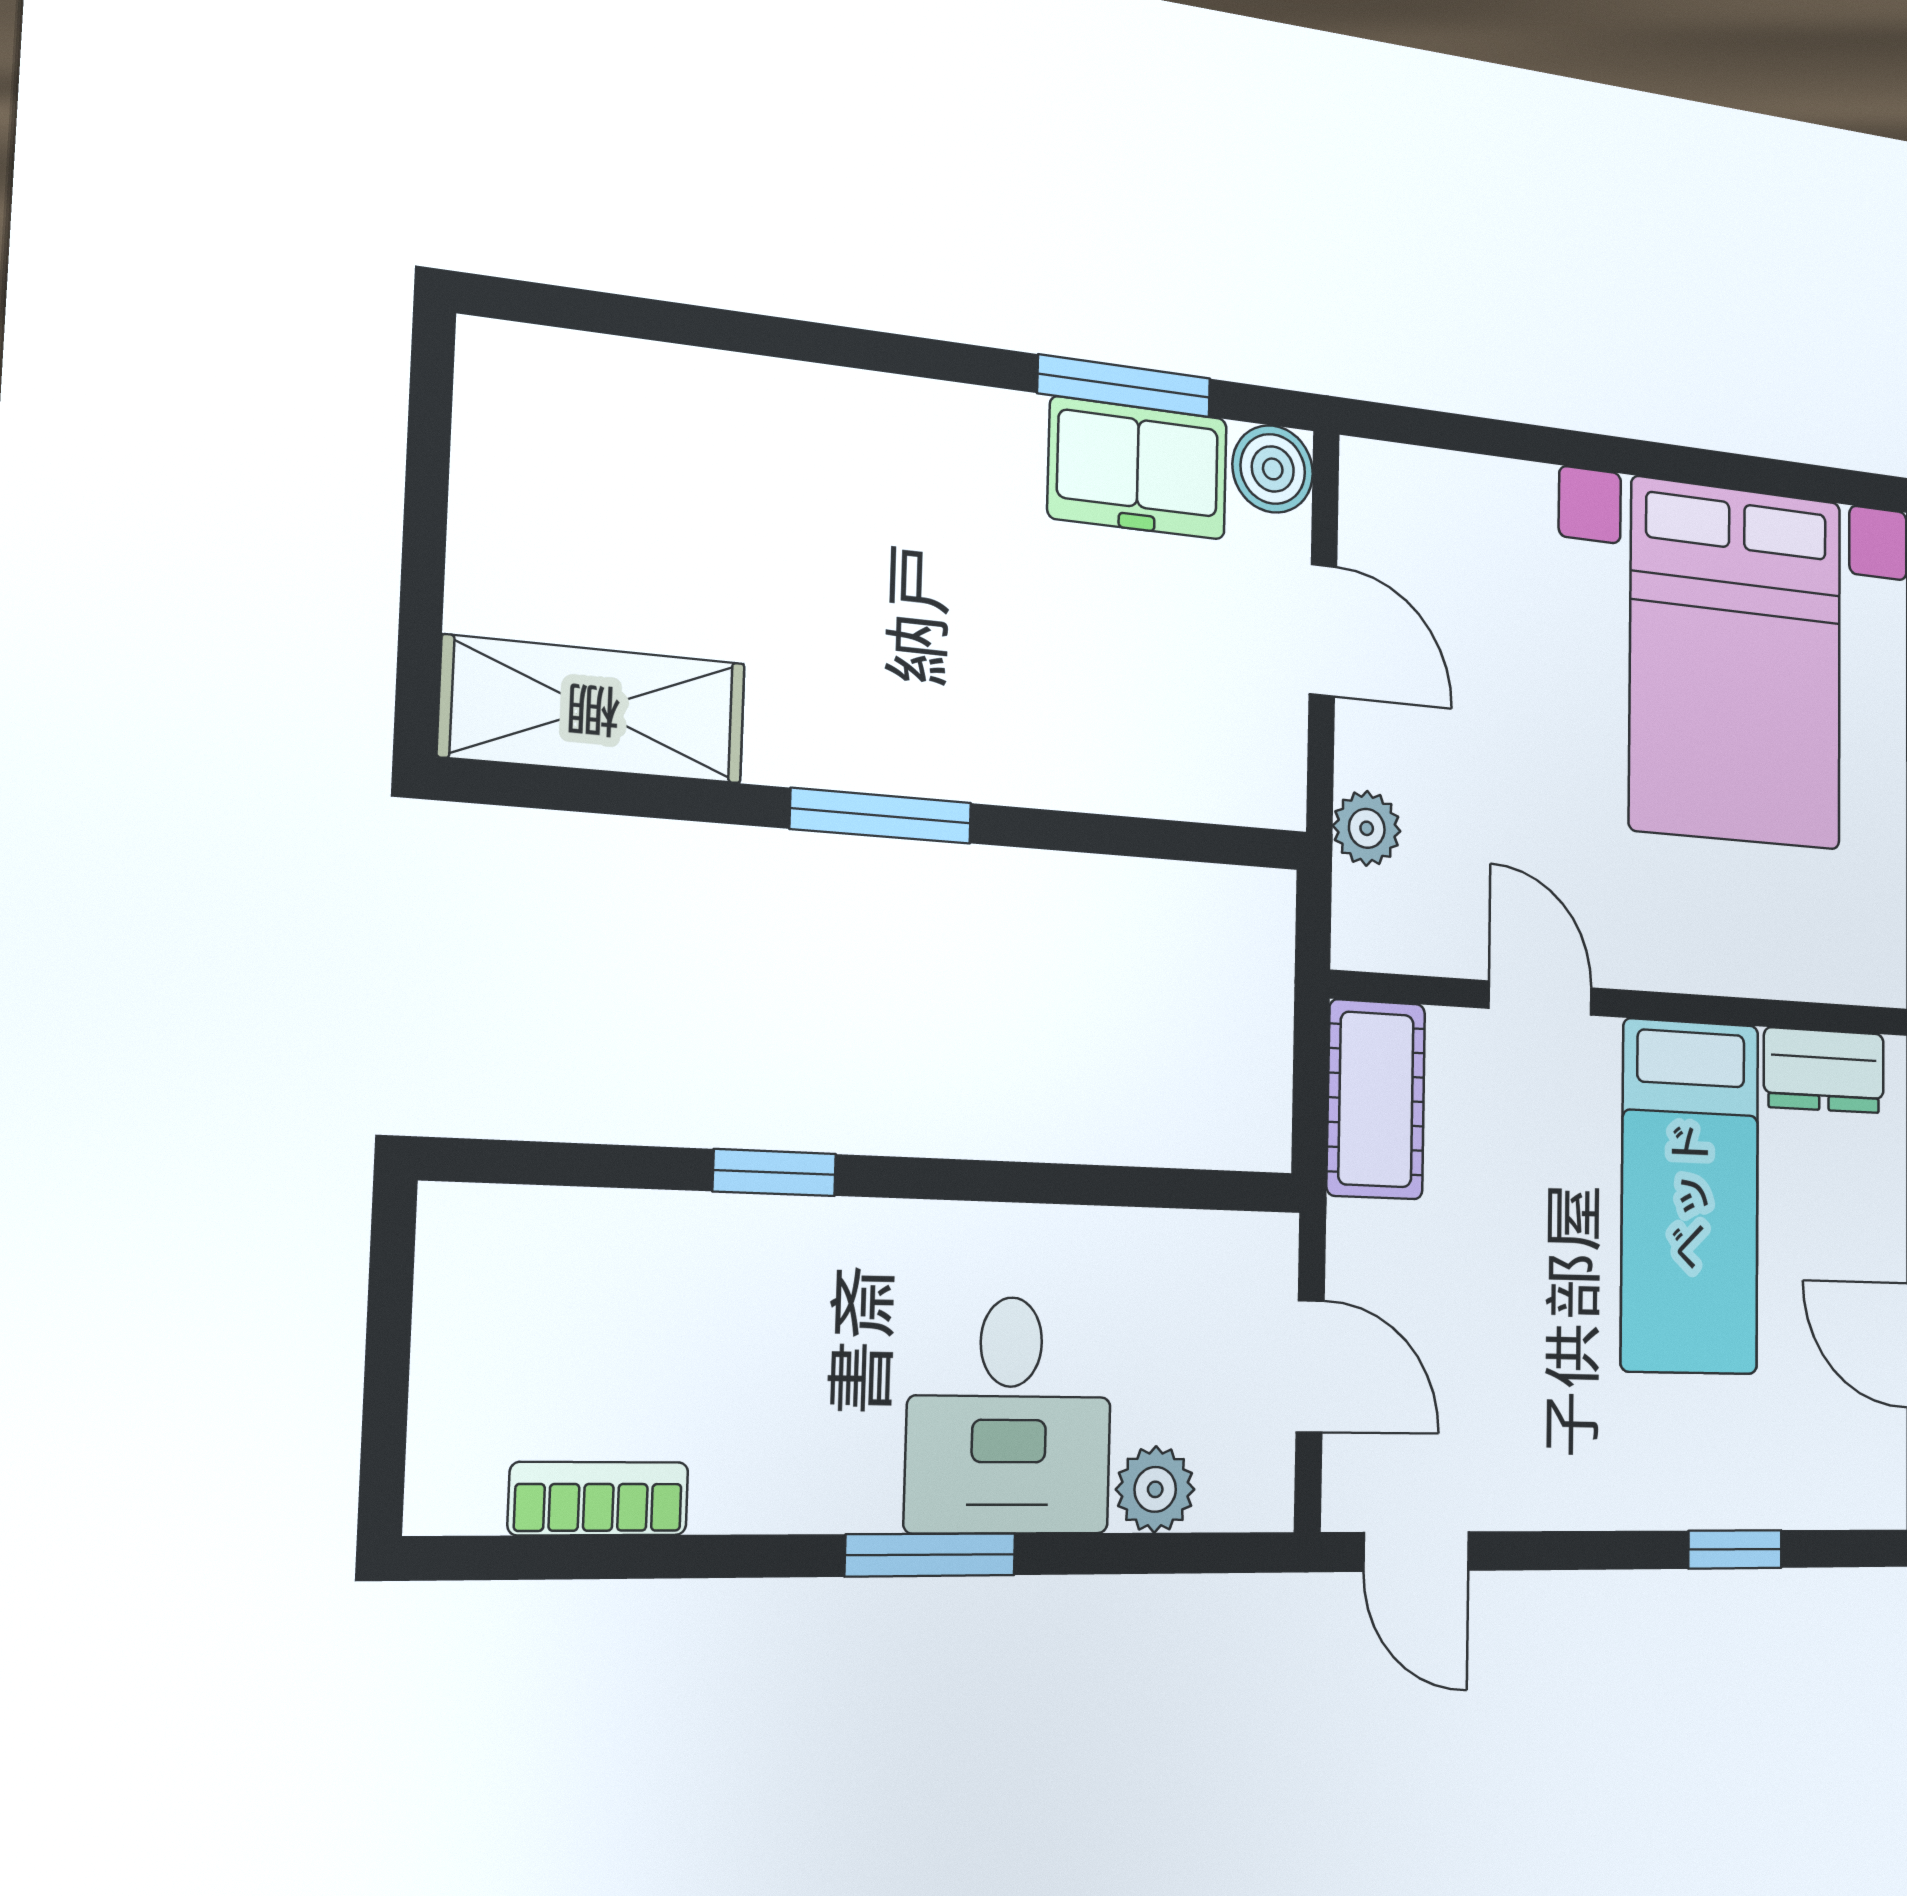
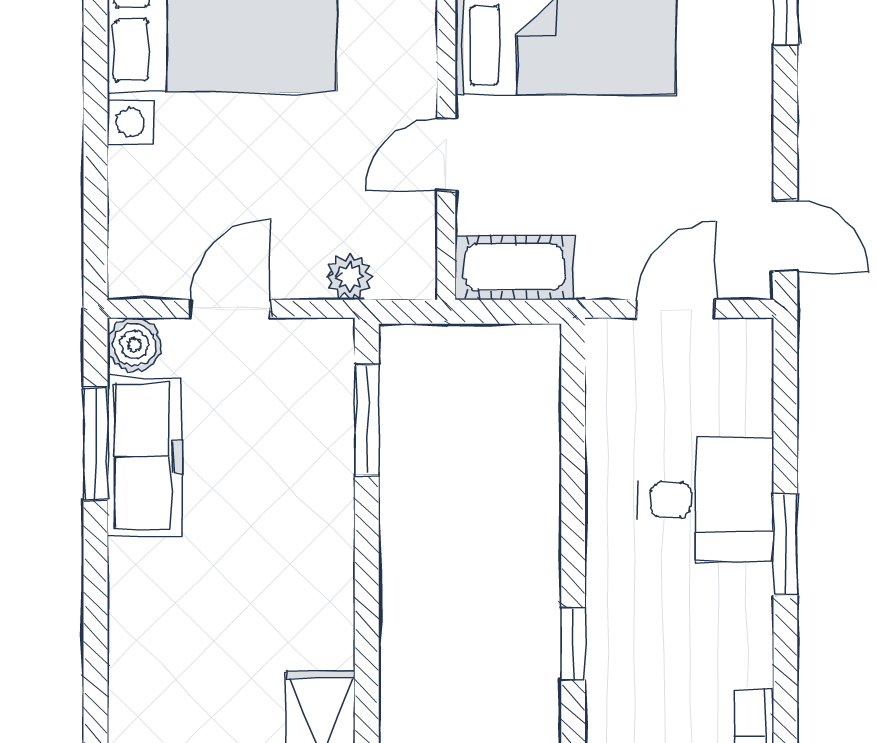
freezer: (1138, 468) -> (145, 456), width x1.40
window: (881, 816) -> (367, 420), moved
plant: (1155, 1489) -> (749, 408), removed
door: (1416, 1552) -> (785, 236), hinge flipped

